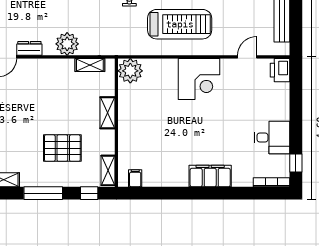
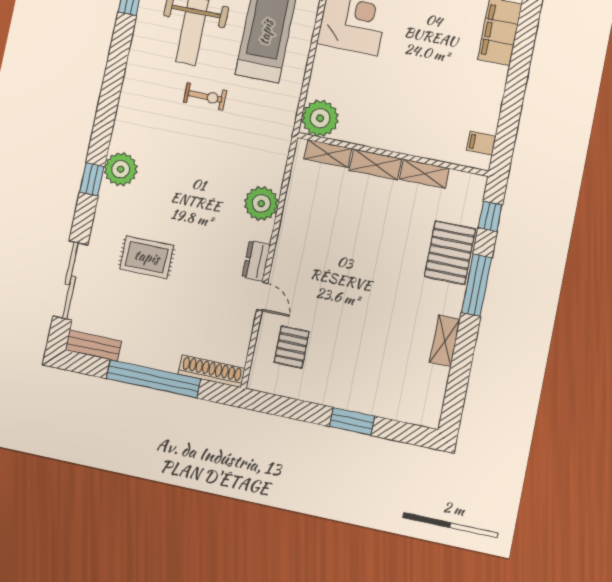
shelving: (90, 65) -> (328, 154), moved, turned 90
pallet: (62, 148) -> (450, 253), moved
shelving: (108, 170) -> (424, 174), moved

